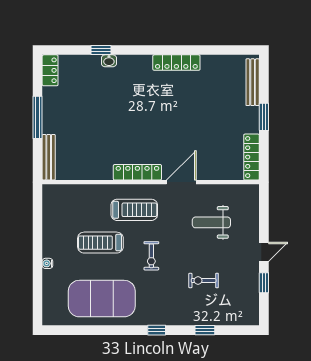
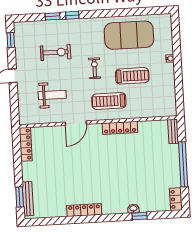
window: (38, 117) -> (183, 164), width x1.46
window: (264, 117) -> (20, 197), moved
bench: (49, 157) -> (173, 131), width x0.73
locker: (137, 172) -> (120, 128), moved
exercise bike: (204, 281) -> (56, 52), width x1.38, depth x1.39
window: (264, 283) -> (11, 40), moved
window: (157, 330) -> (72, 15), moved

